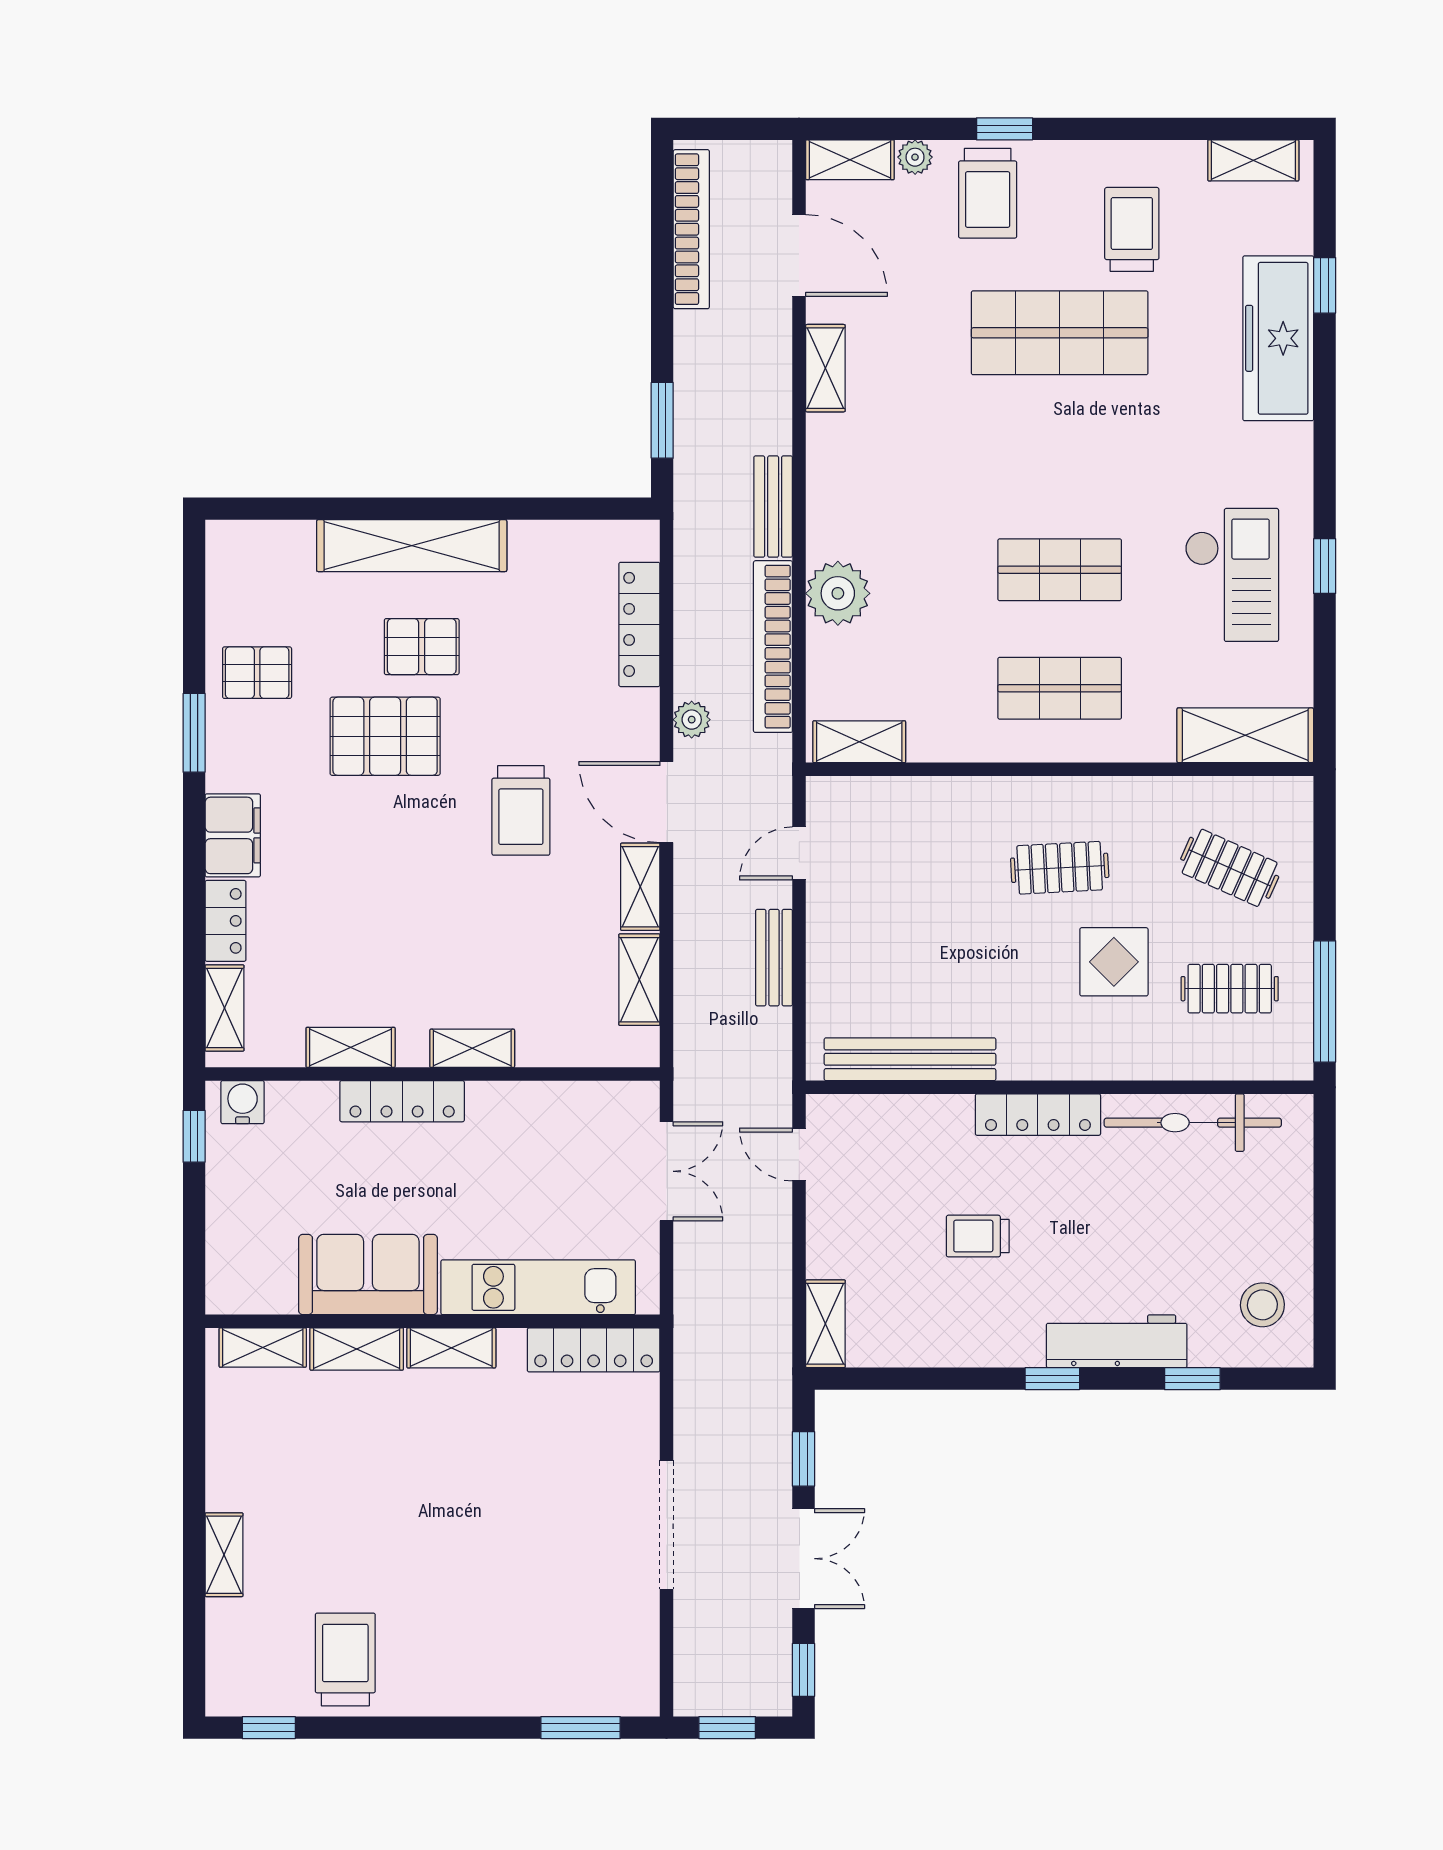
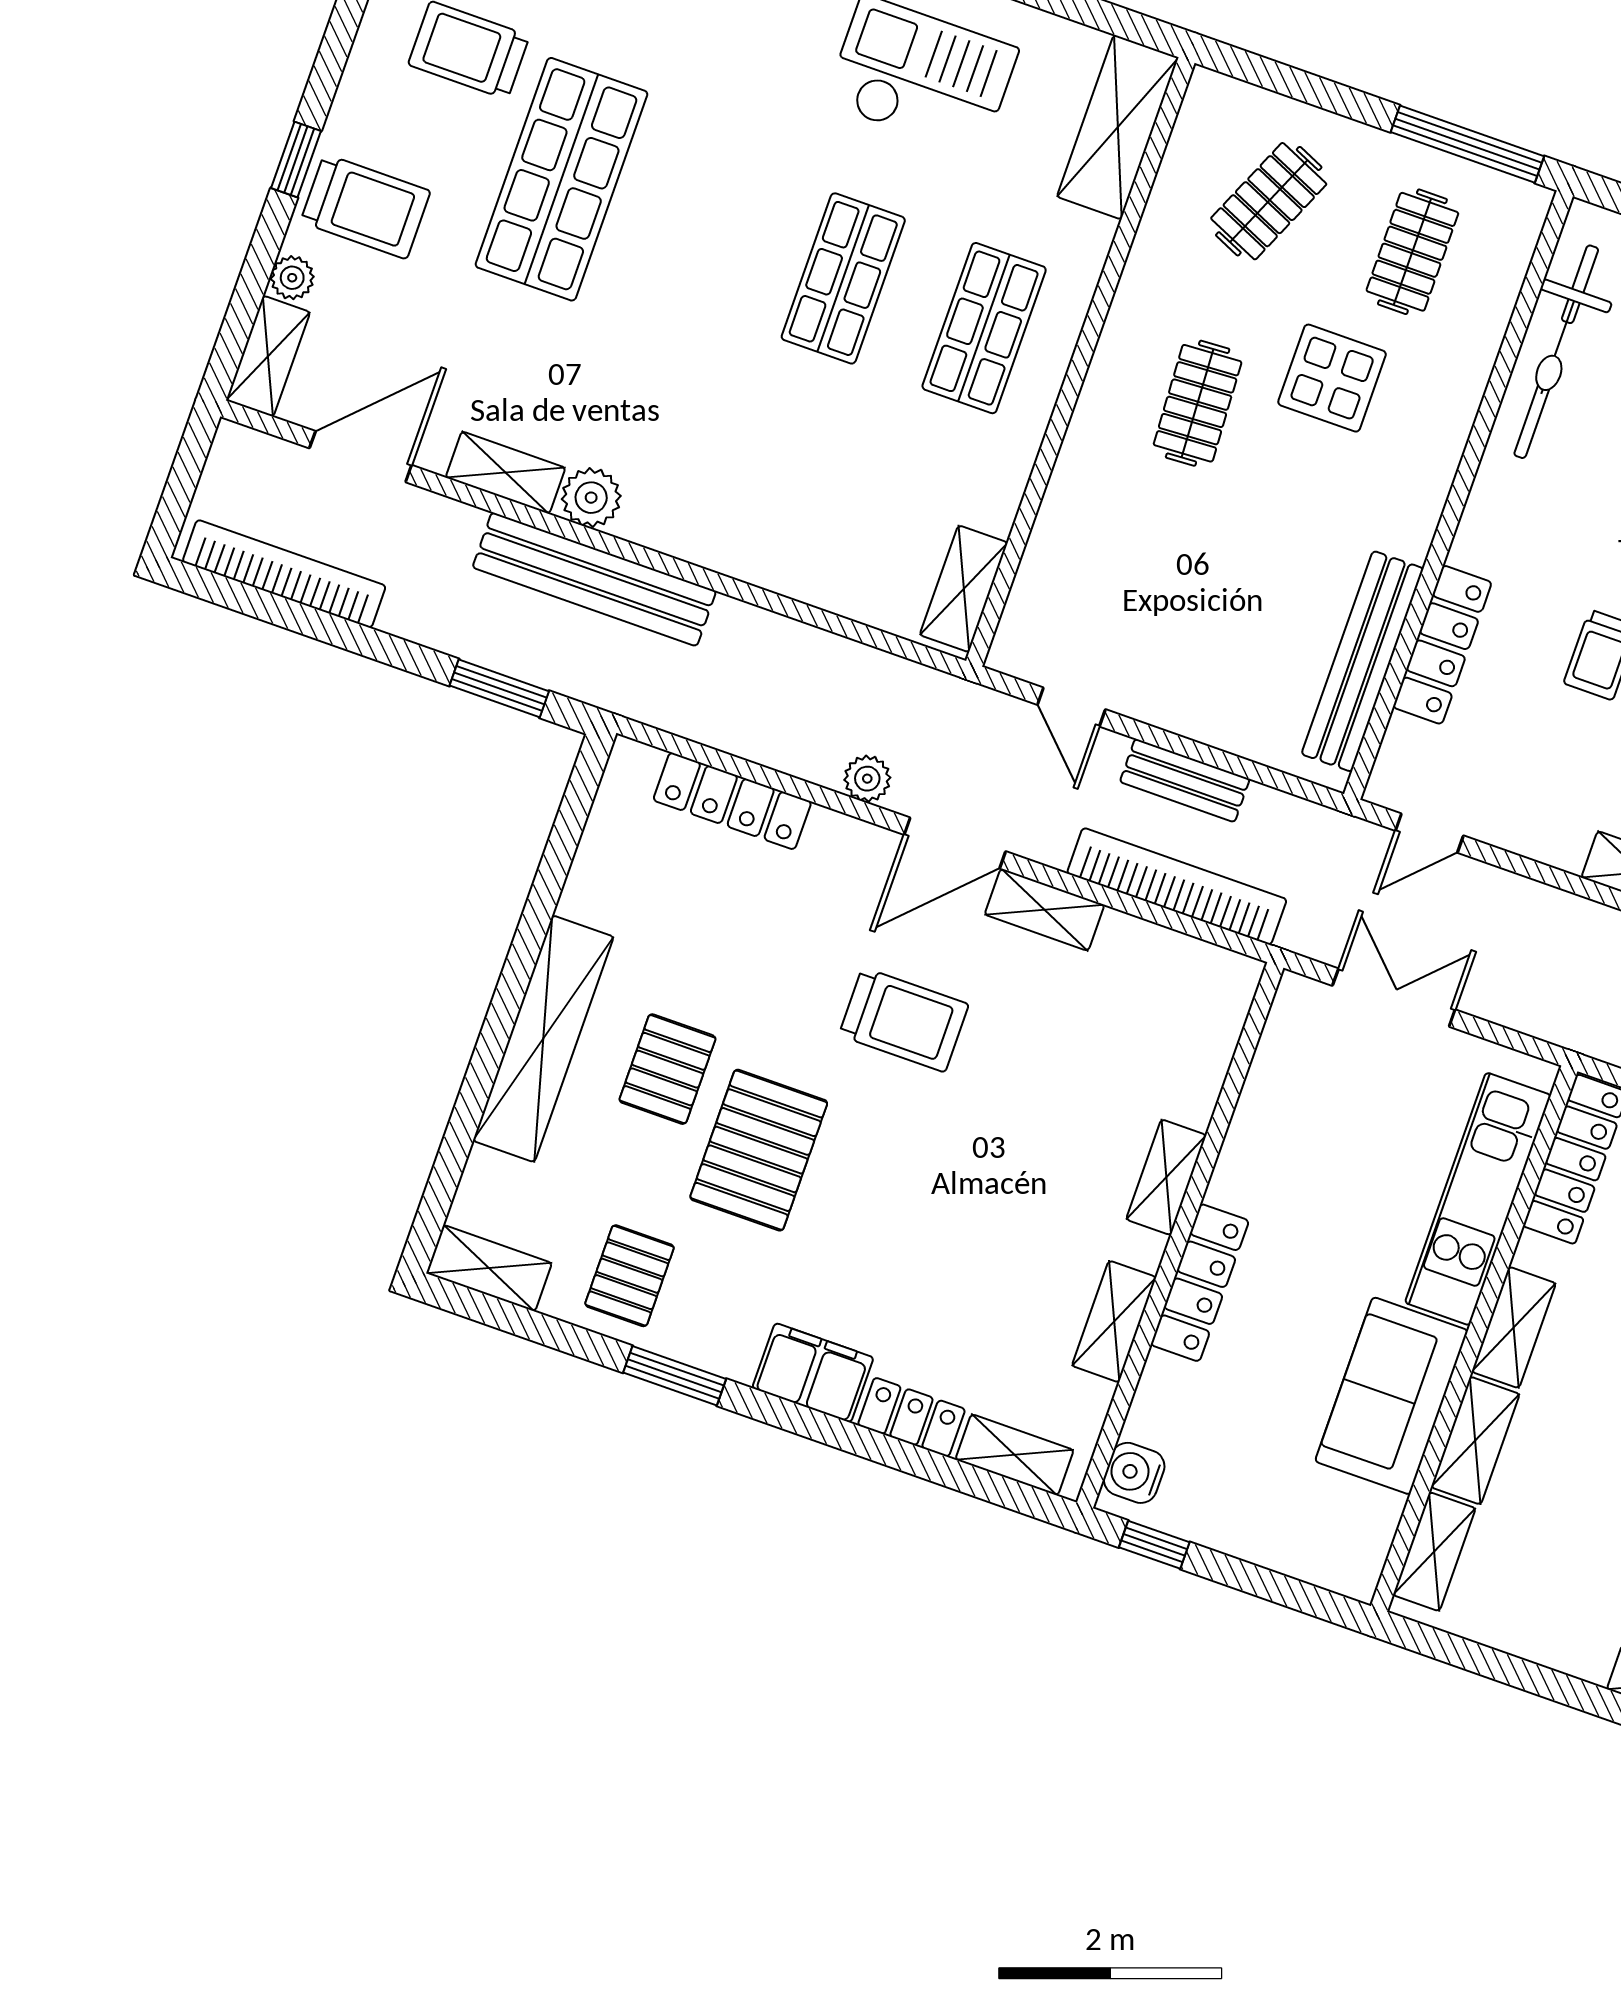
bench: (773, 507) -> (594, 579), width x1.86, depth x1.21
plant: (838, 593) -> (591, 498), moved, width x0.73, depth x0.73
bookcase: (773, 647) -> (1177, 886), moved, turned 180
shelving: (639, 980) -> (489, 1268), moved
locker: (1038, 1115) -> (1442, 645), moved

